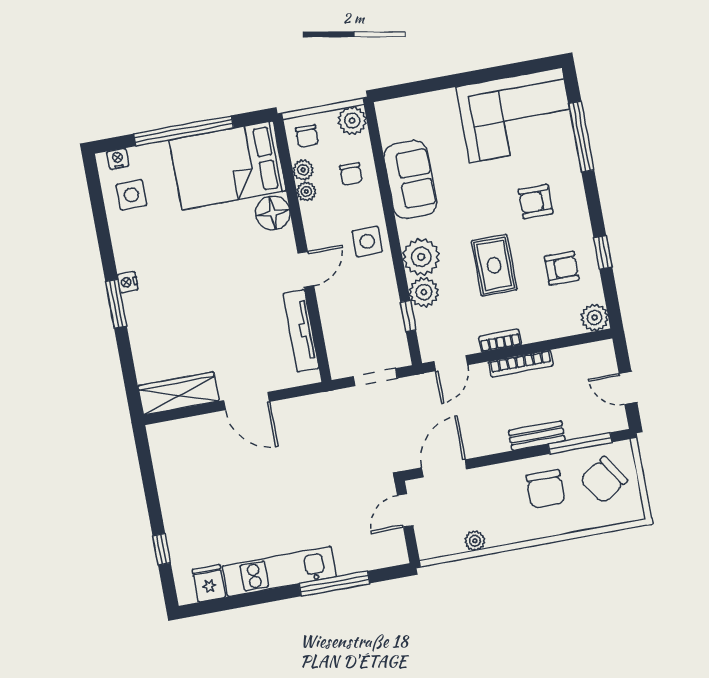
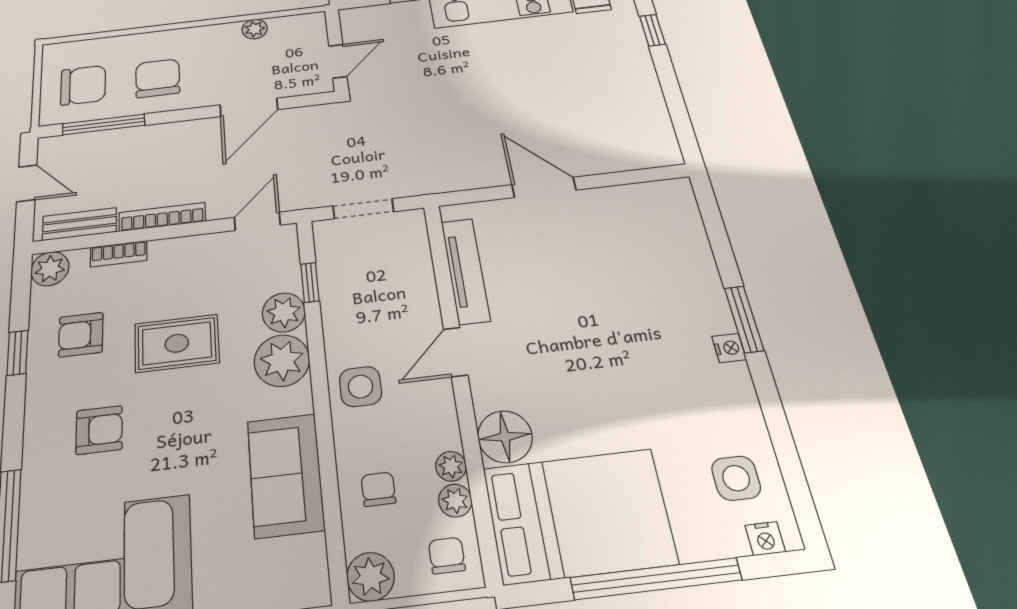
rug: (494, 265) -> (177, 343), turned 90
bookcase: (500, 341) -> (119, 254), moved
wardrobe: (178, 393) -> (641, 200), removed
bench: (537, 436) -> (80, 224), moved
door: (444, 468) -> (249, 107), moved
chair: (604, 480) -> (83, 85), turned 33

